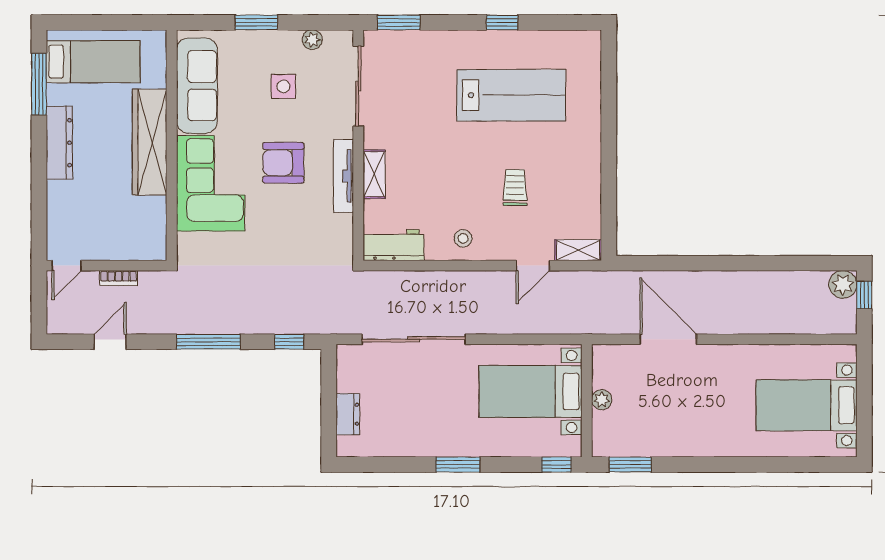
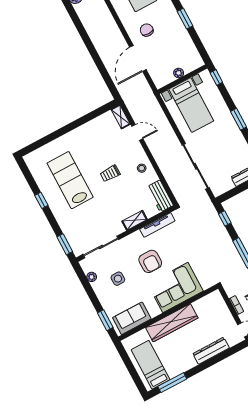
window: (256, 22) -> (105, 320), moved
sofa: (197, 86) -> (132, 318), width x0.73
dresser: (59, 143) -> (211, 351), moved
tv unit: (343, 176) -> (157, 225), moved
trolley: (515, 188) -> (110, 174), moved
chair: (712, 383) -> (147, 30), added
window: (630, 465) -> (185, 19), moved

